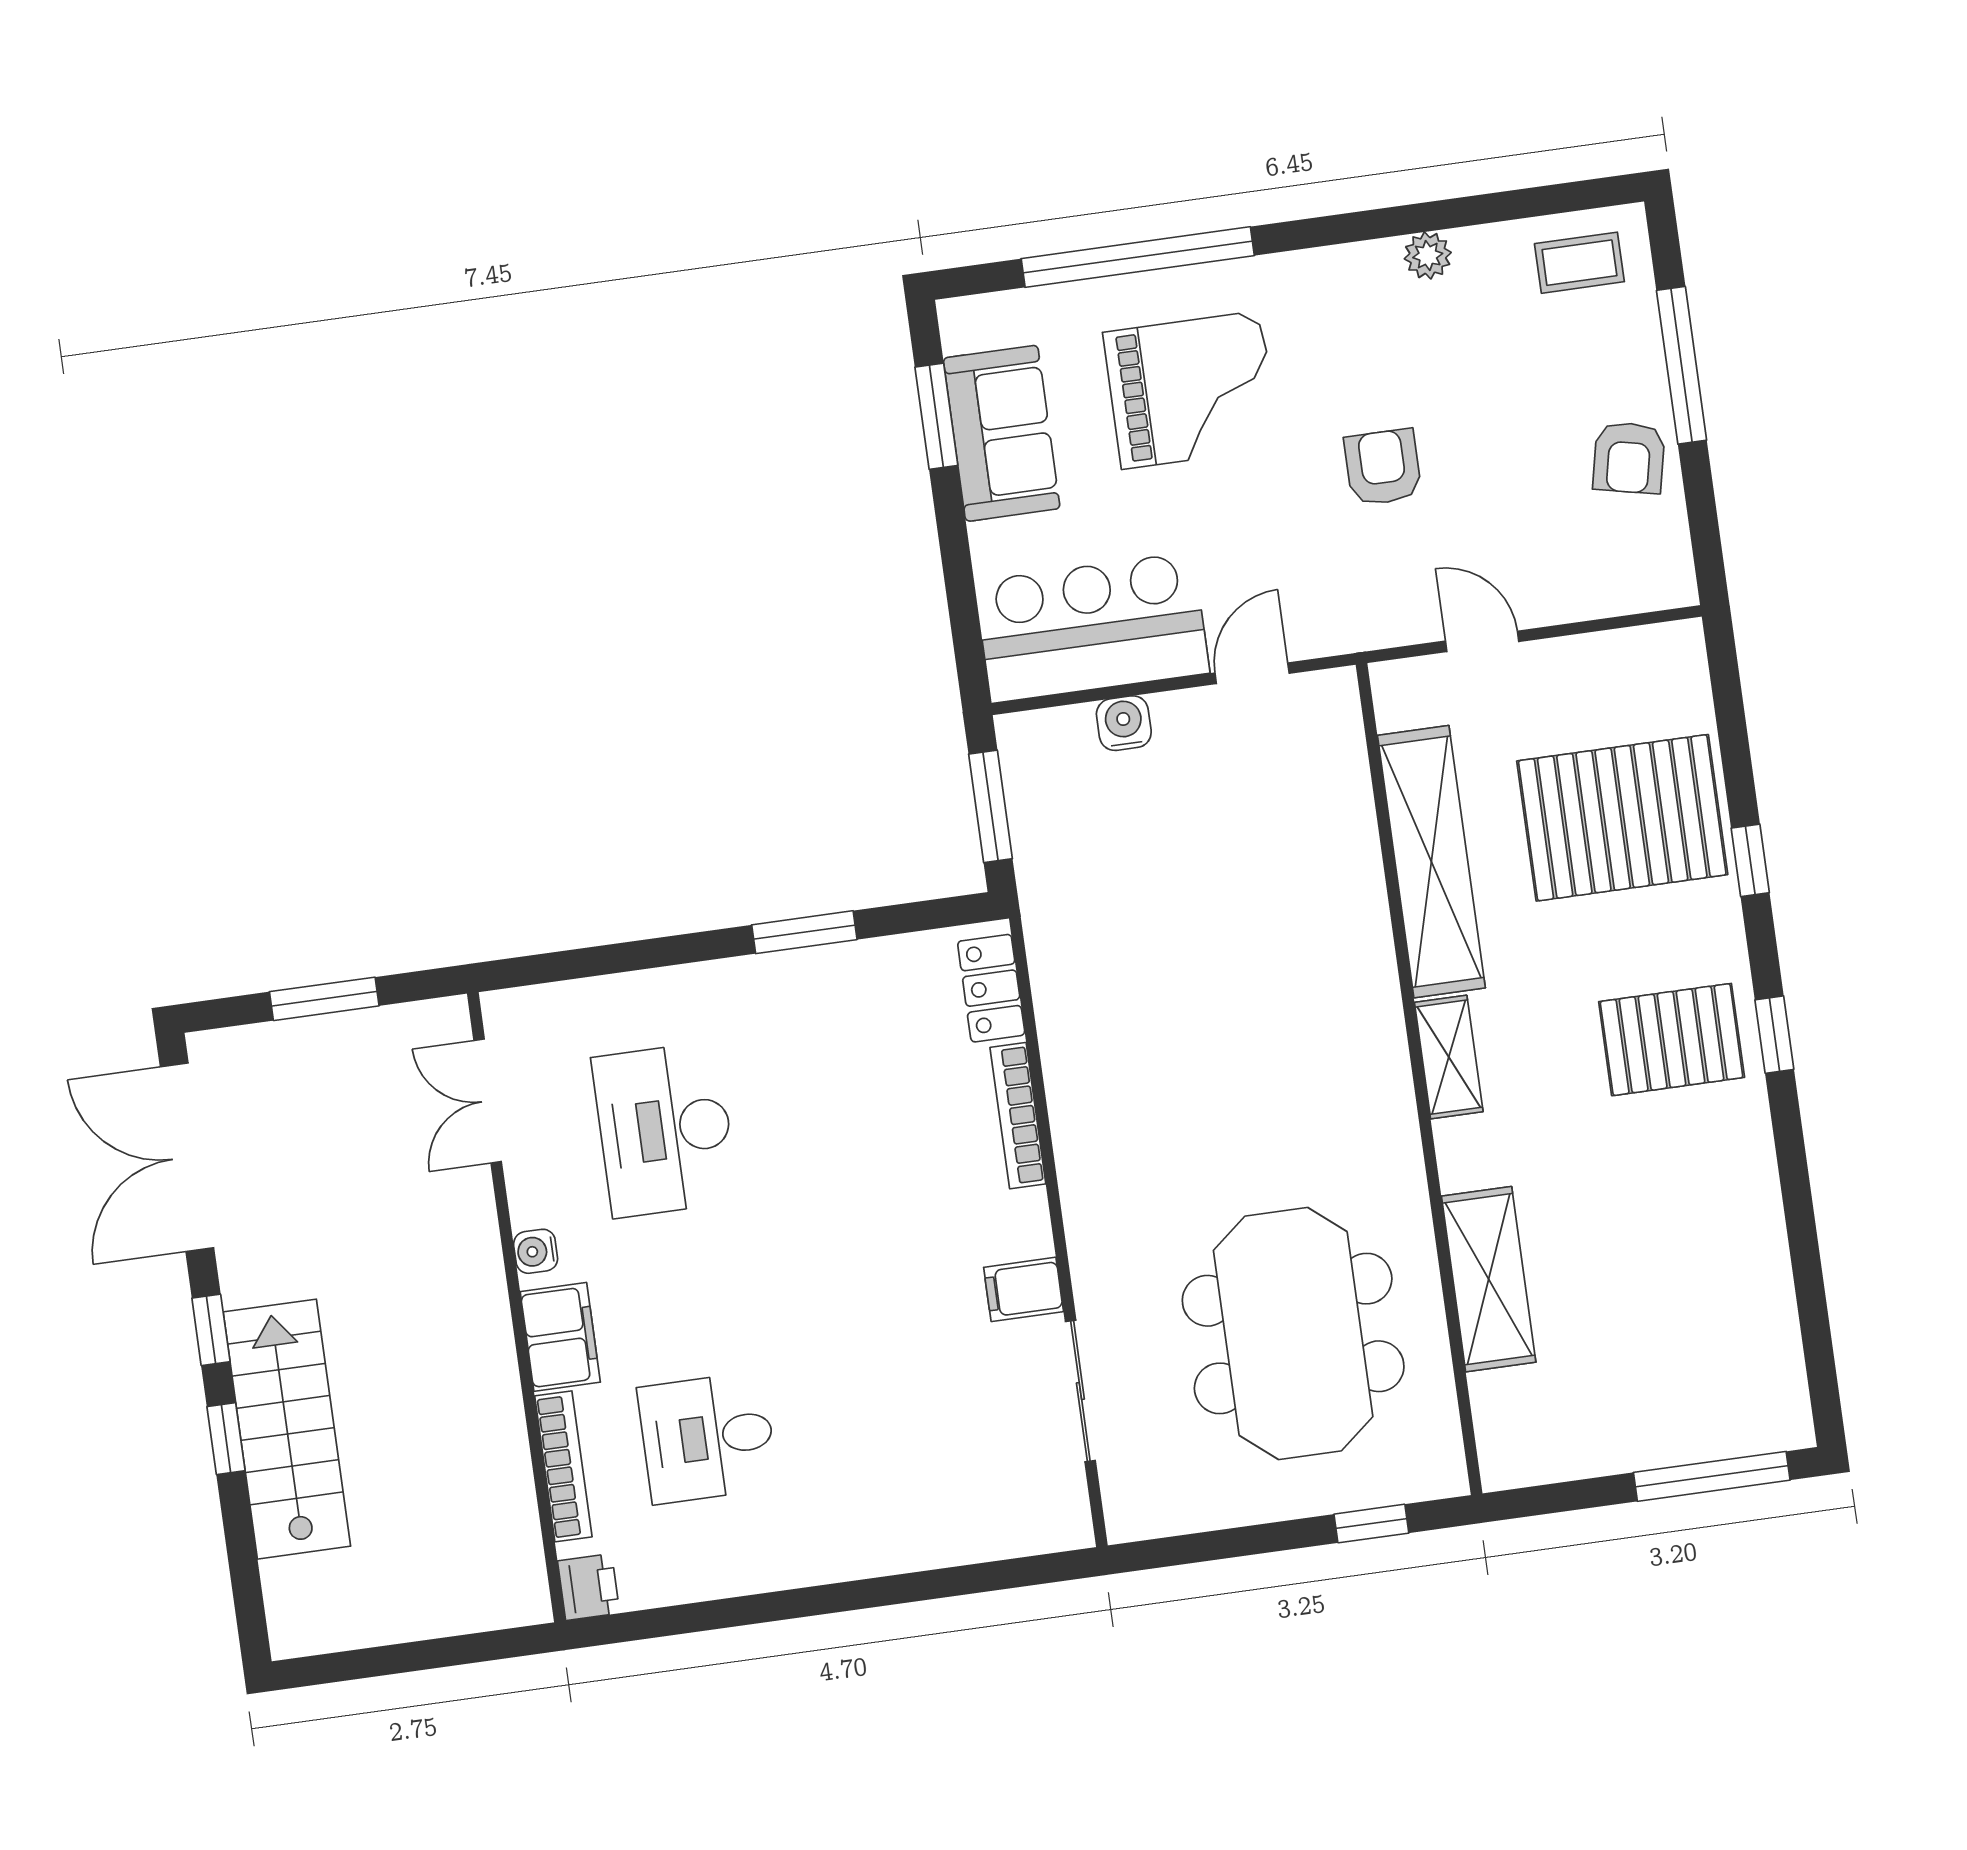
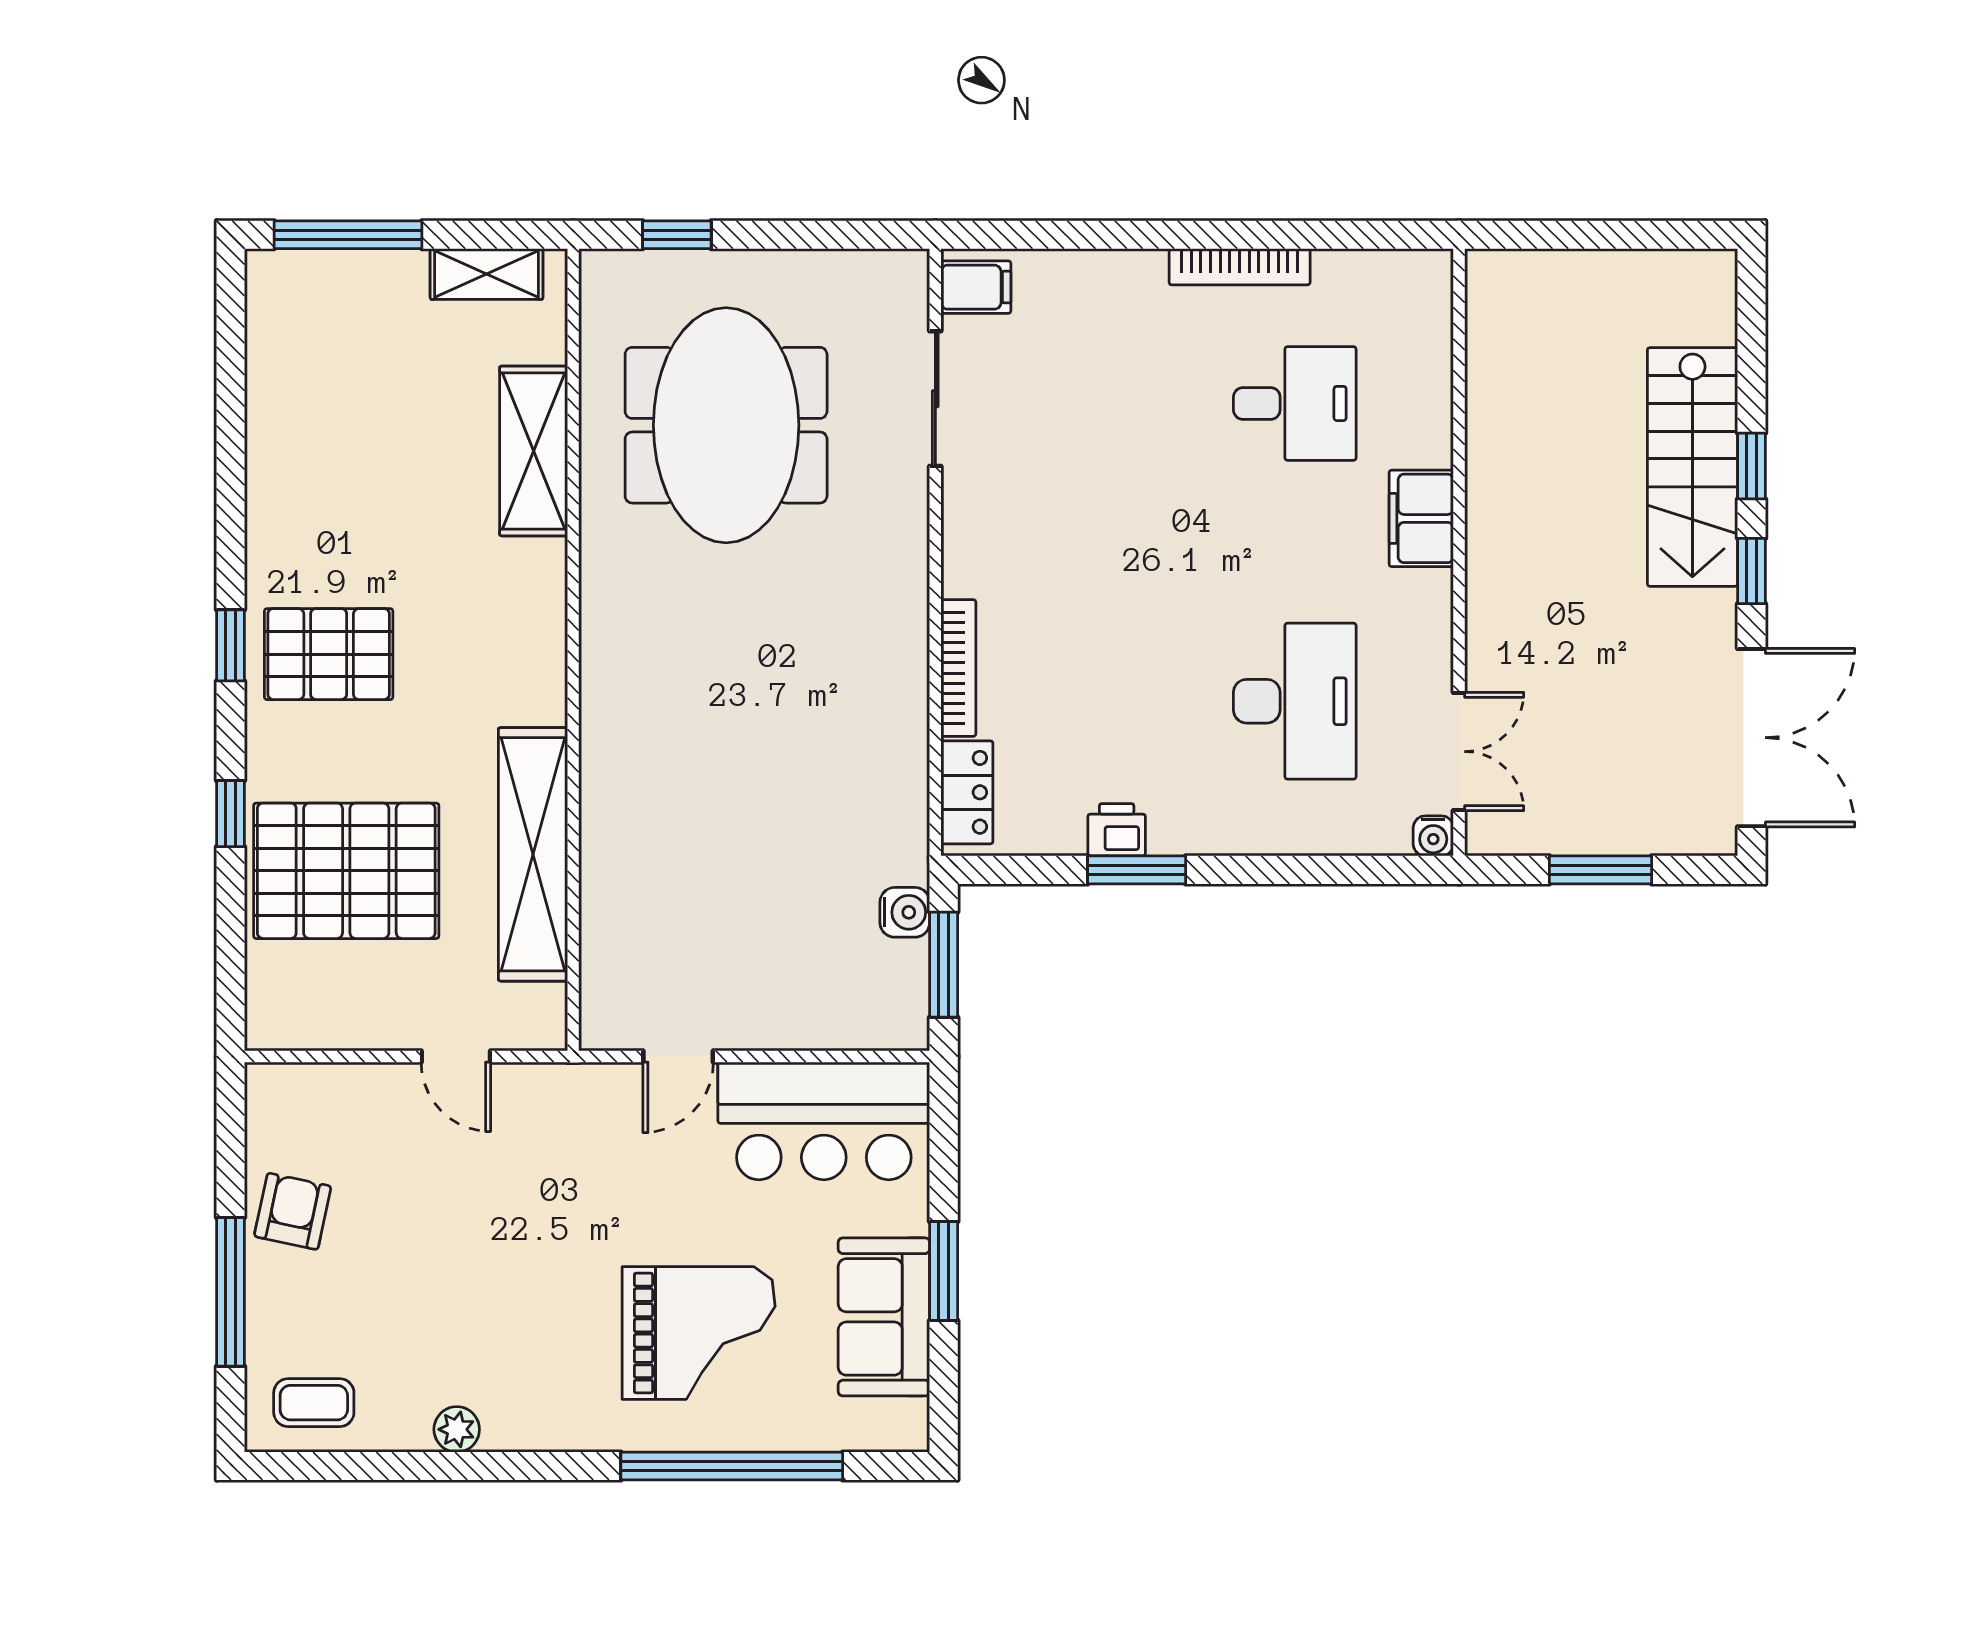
grand piano: (1191, 390) -> (699, 1333), turned 180
window: (936, 416) -> (944, 1271), moved
armchair: (1383, 467) -> (527, 1235), removed
water cooler: (1124, 723) -> (905, 912), moved, turned -90
shelving: (1449, 1057) -> (487, 274), moved, turned 90
water cooler: (536, 1251) -> (1433, 836), moved, turned 90
filing cabinet: (1024, 1289) -> (976, 287), moved
bookcase: (563, 1466) -> (1240, 267), moved, turned -90
printer: (589, 1587) -> (1117, 830), moved, turned 90

